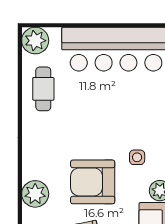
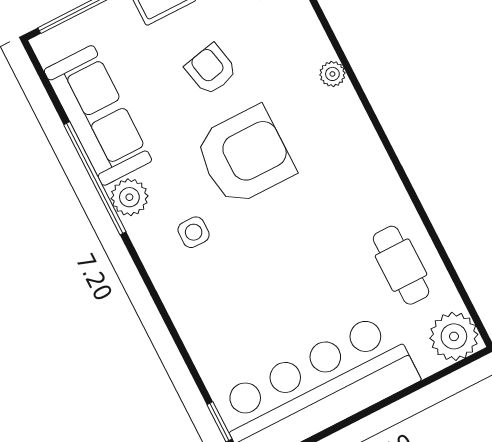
plant: (35, 194) -> (332, 74), width x0.53, depth x0.53

